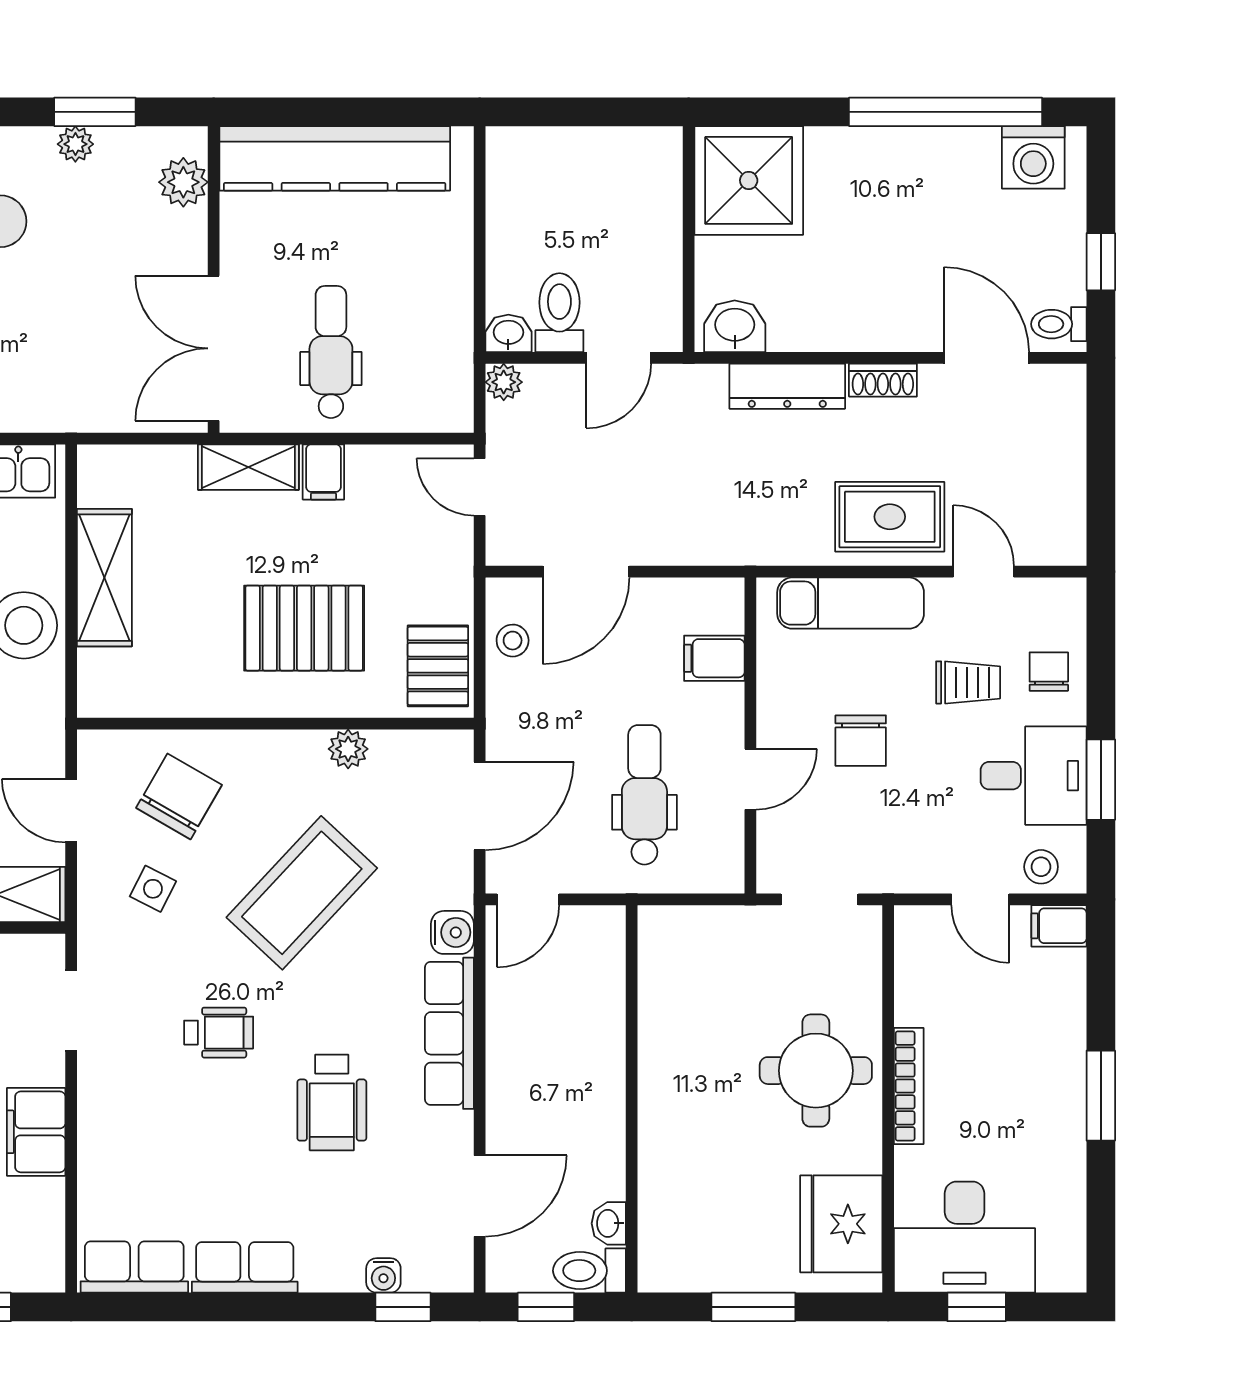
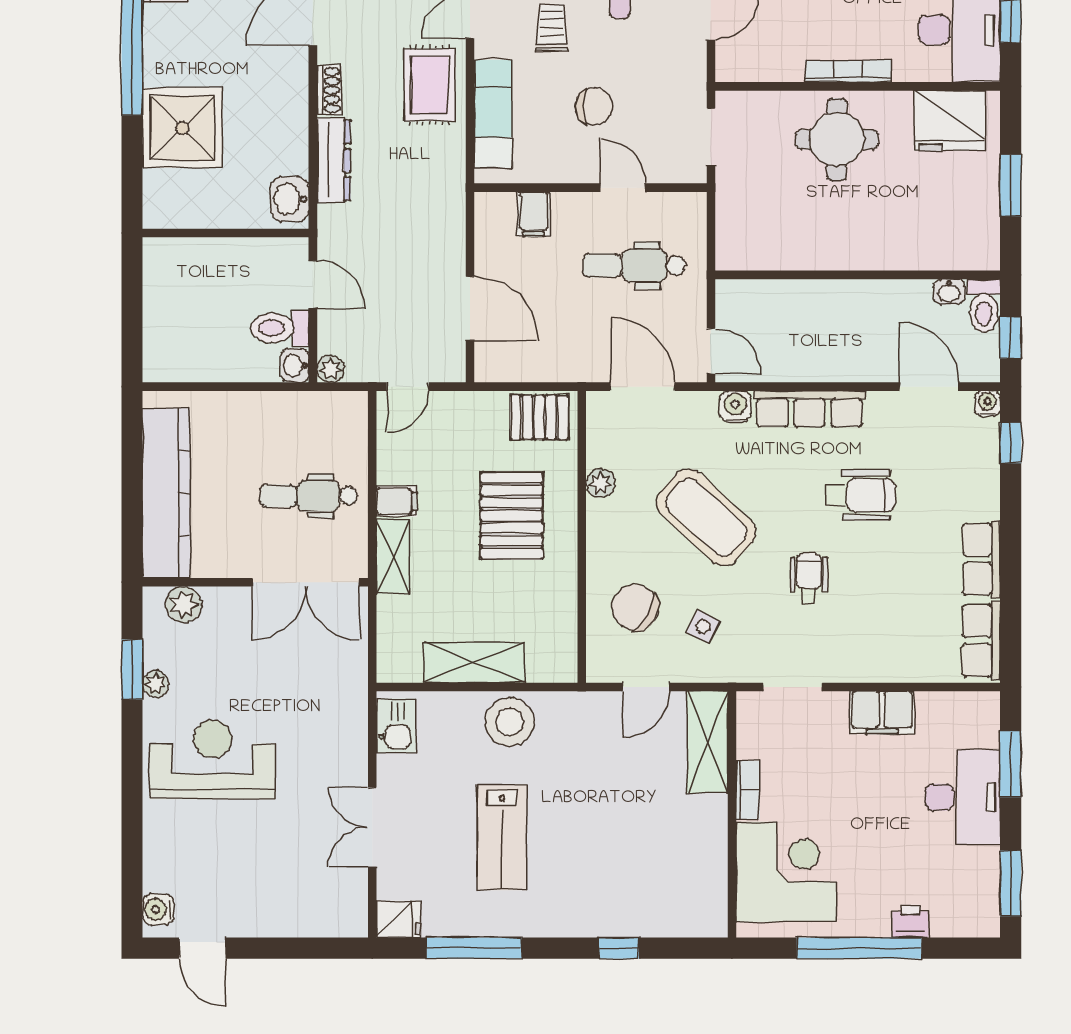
shower: (749, 180) -> (182, 128), moved
stool: (513, 641) -> (521, 362), removed
water cooler: (383, 1275) -> (987, 403), moved, turned -90

